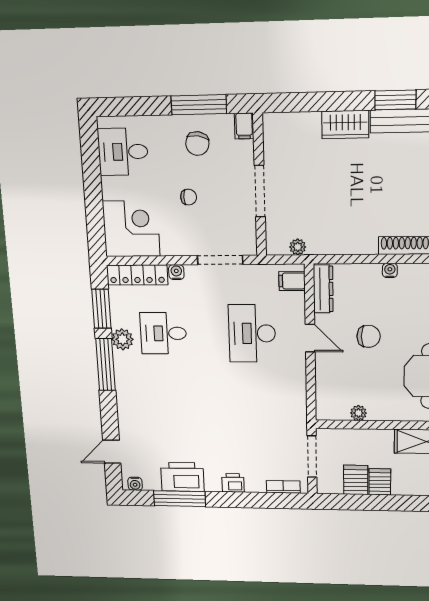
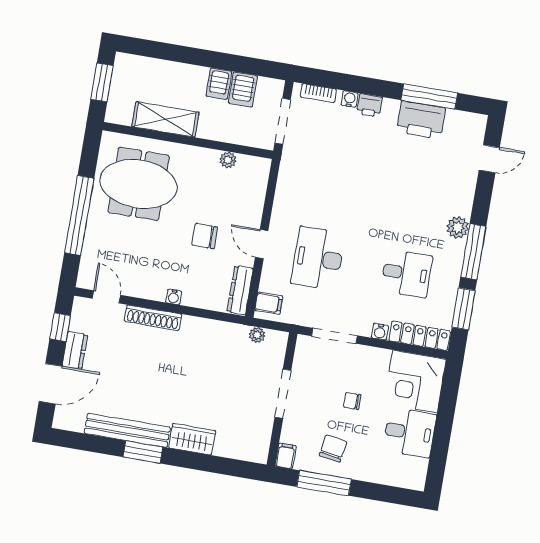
desk: (123, 152) -> (410, 432), moved
desk: (252, 333) -> (318, 258), turned 180
plant: (122, 339) -> (458, 228), moved
water cooler: (135, 484) -> (350, 99), moved

